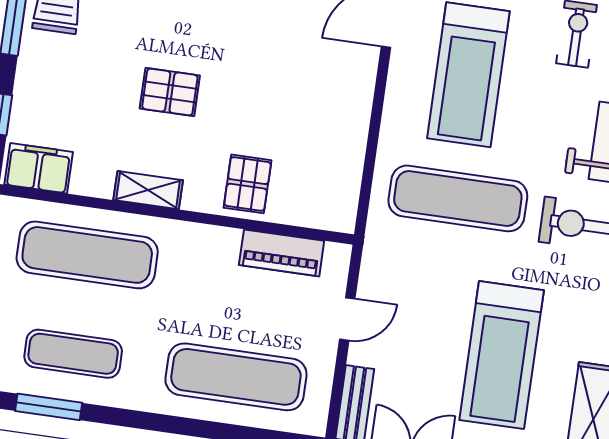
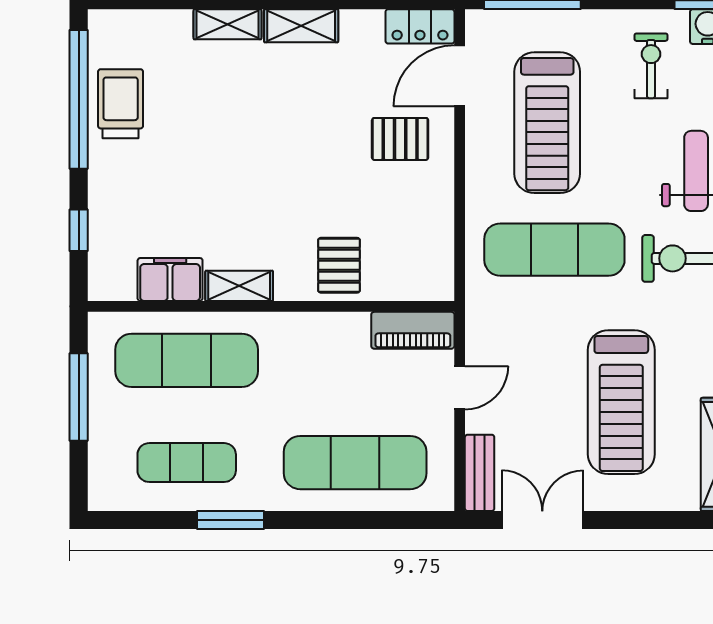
pallet: (170, 92) -> (400, 139), moved
filing cabinet: (39, 168) -> (170, 279), moved
piano: (282, 253) -> (413, 330), moved
window: (49, 407) -> (230, 520), moved

